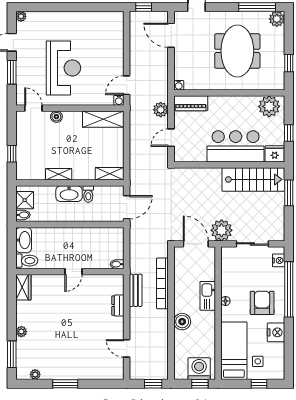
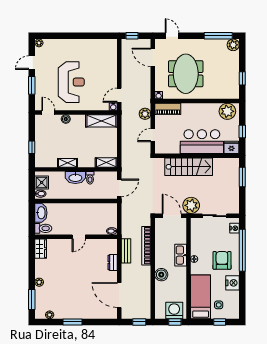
meeting table: (237, 51) -> (186, 74), moved
stairs: (253, 179) -> (189, 167), moved
door: (127, 348) -> (119, 295), width x1.87

